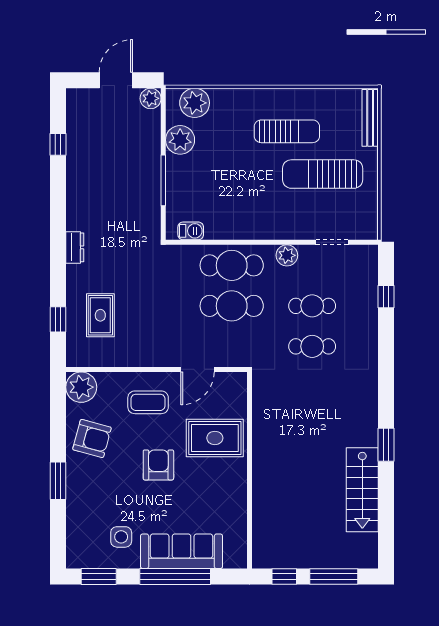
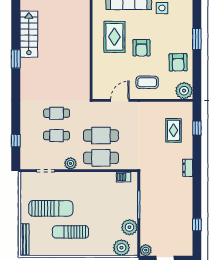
armchair: (92, 438) -> (178, 62), turned -106
rug: (215, 438) -> (114, 37), moved, turned 90

